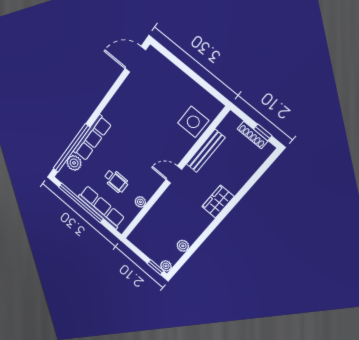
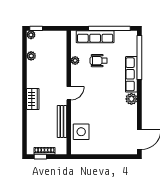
plant: (74, 163) -> (131, 99), moved

